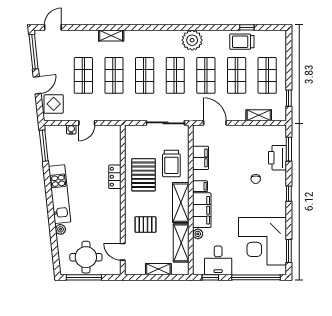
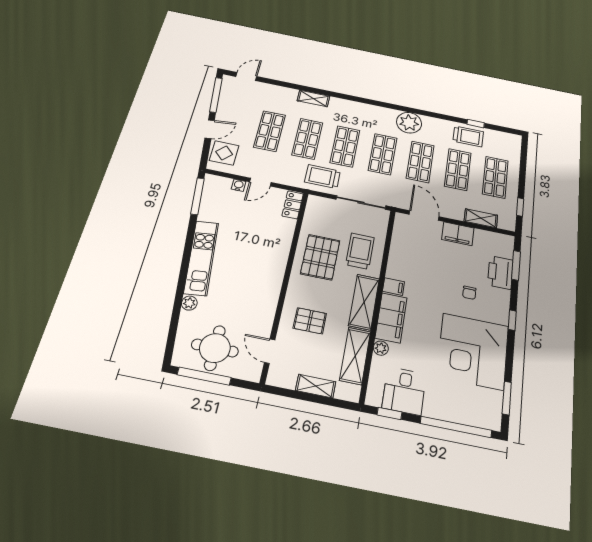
trolley: (242, 42) -> (468, 136), turned 180
trolley: (132, 107) -> (323, 177), added
filing cabinet: (200, 158) -> (458, 234), moved, turned 90
trolley: (171, 163) -> (360, 251), turned 180
locker: (115, 177) -> (293, 205), moved
corner desk: (262, 241) -> (473, 351), moved

